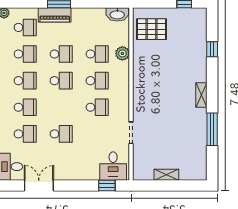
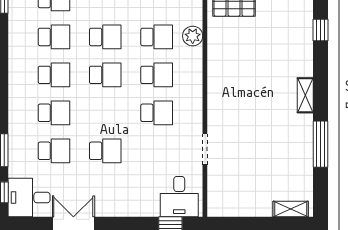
shelving: (166, 175) -> (291, 209), moved

